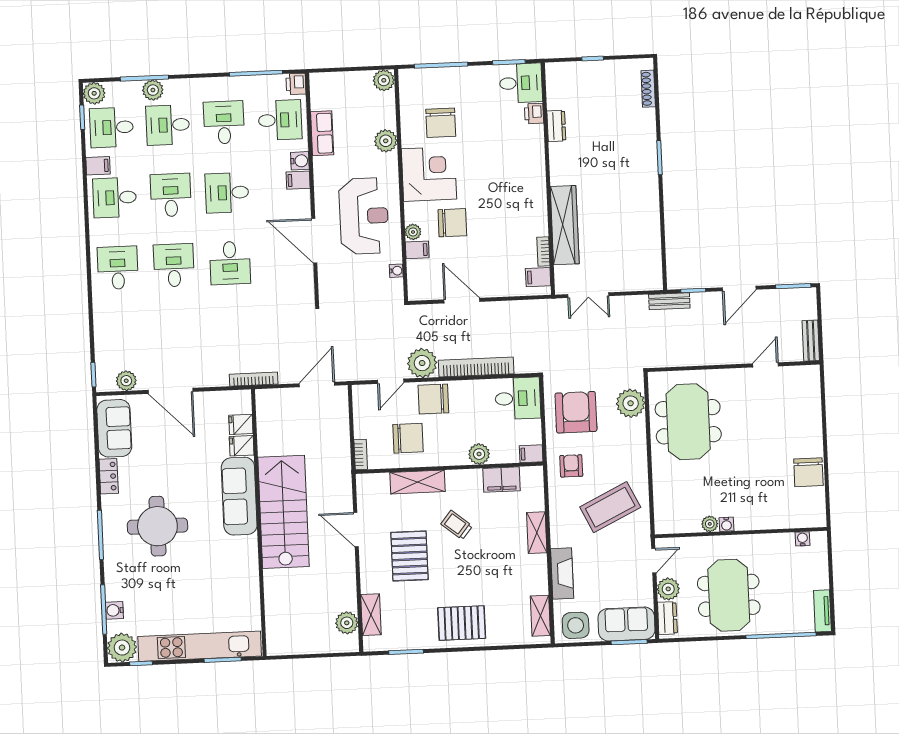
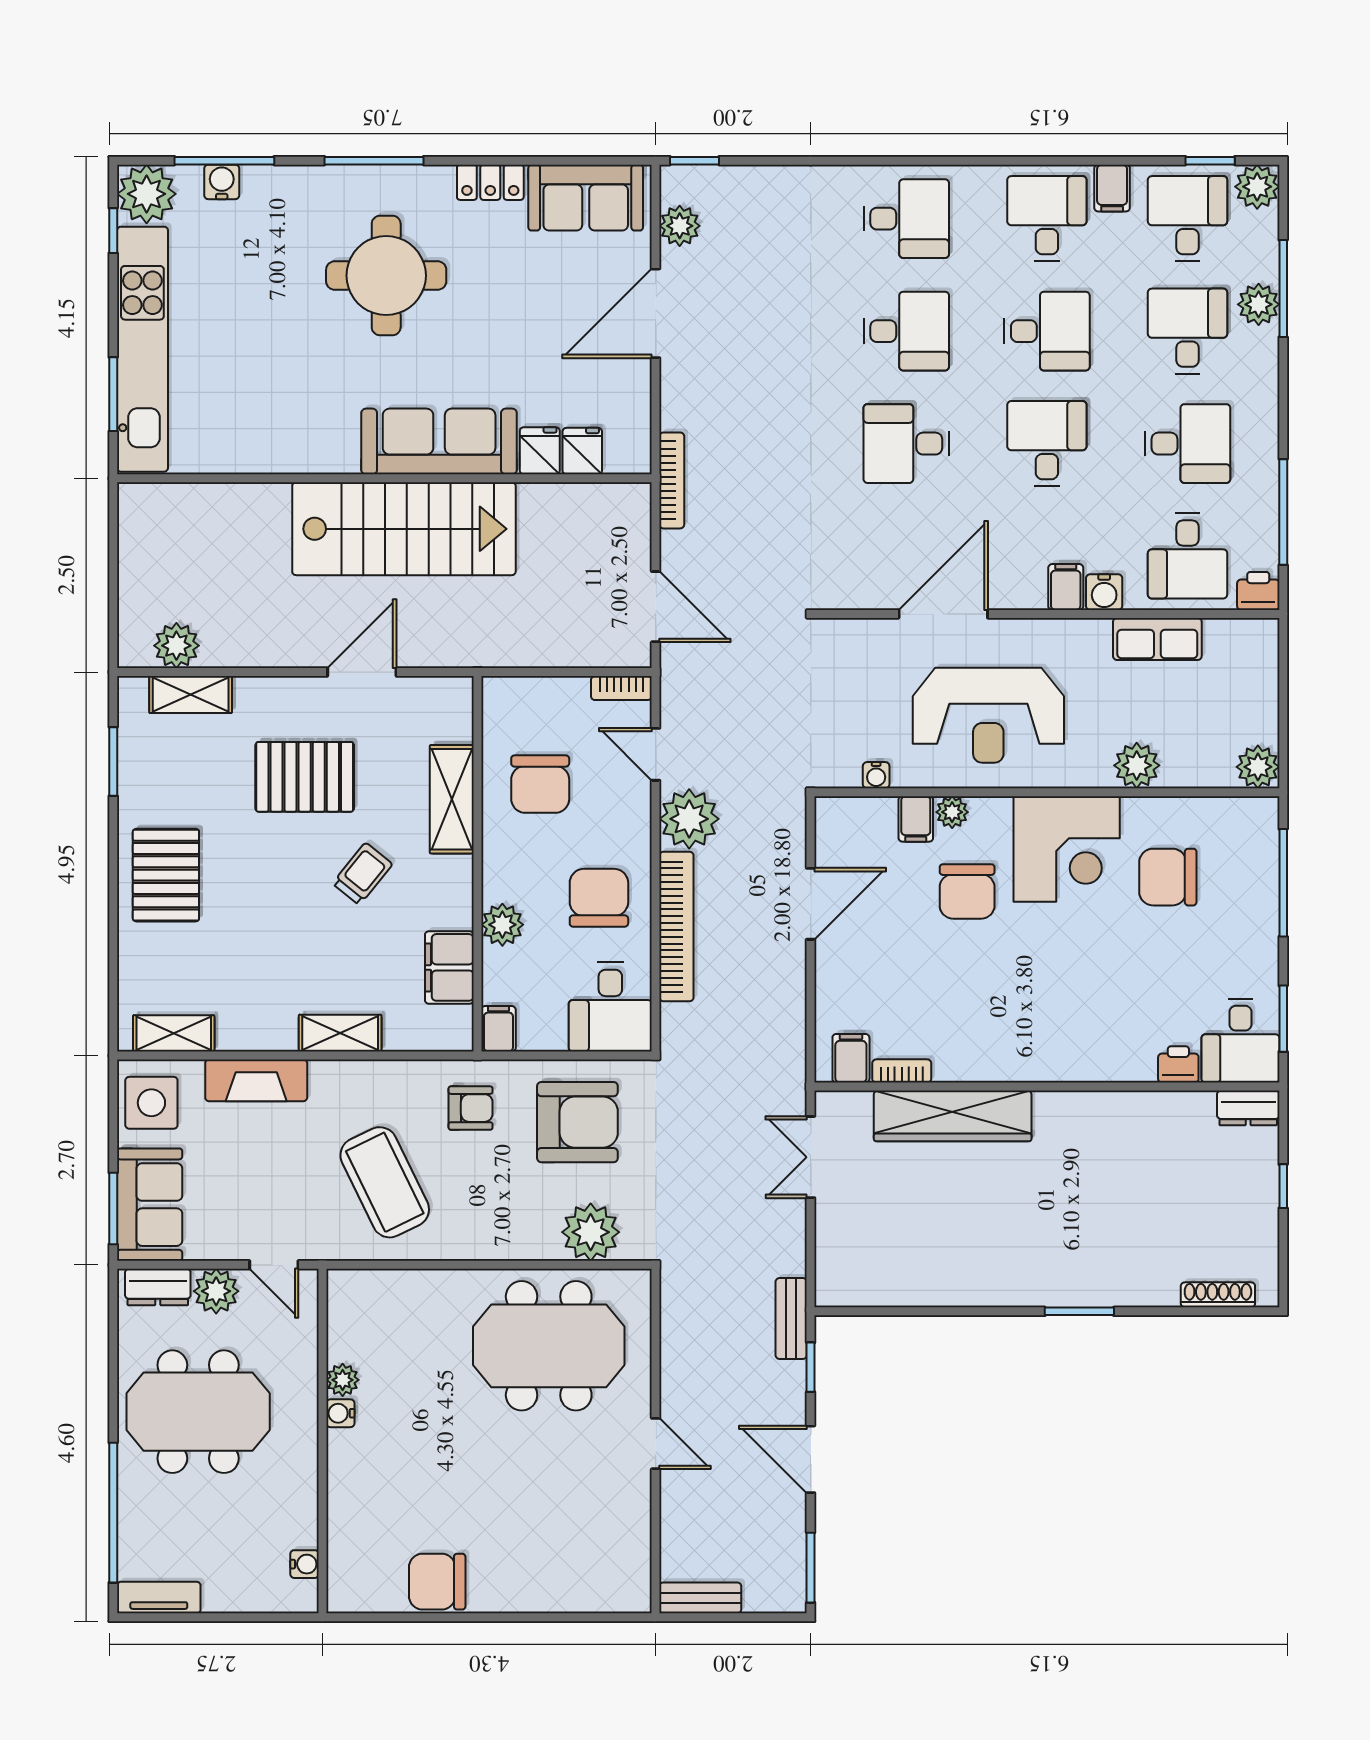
dresser: (556, 126) -> (1248, 1108), moved
door: (765, 365) -> (656, 1444), moved
chair: (433, 399) -> (599, 898), moved
bookcase: (361, 455) -> (621, 688), moved

